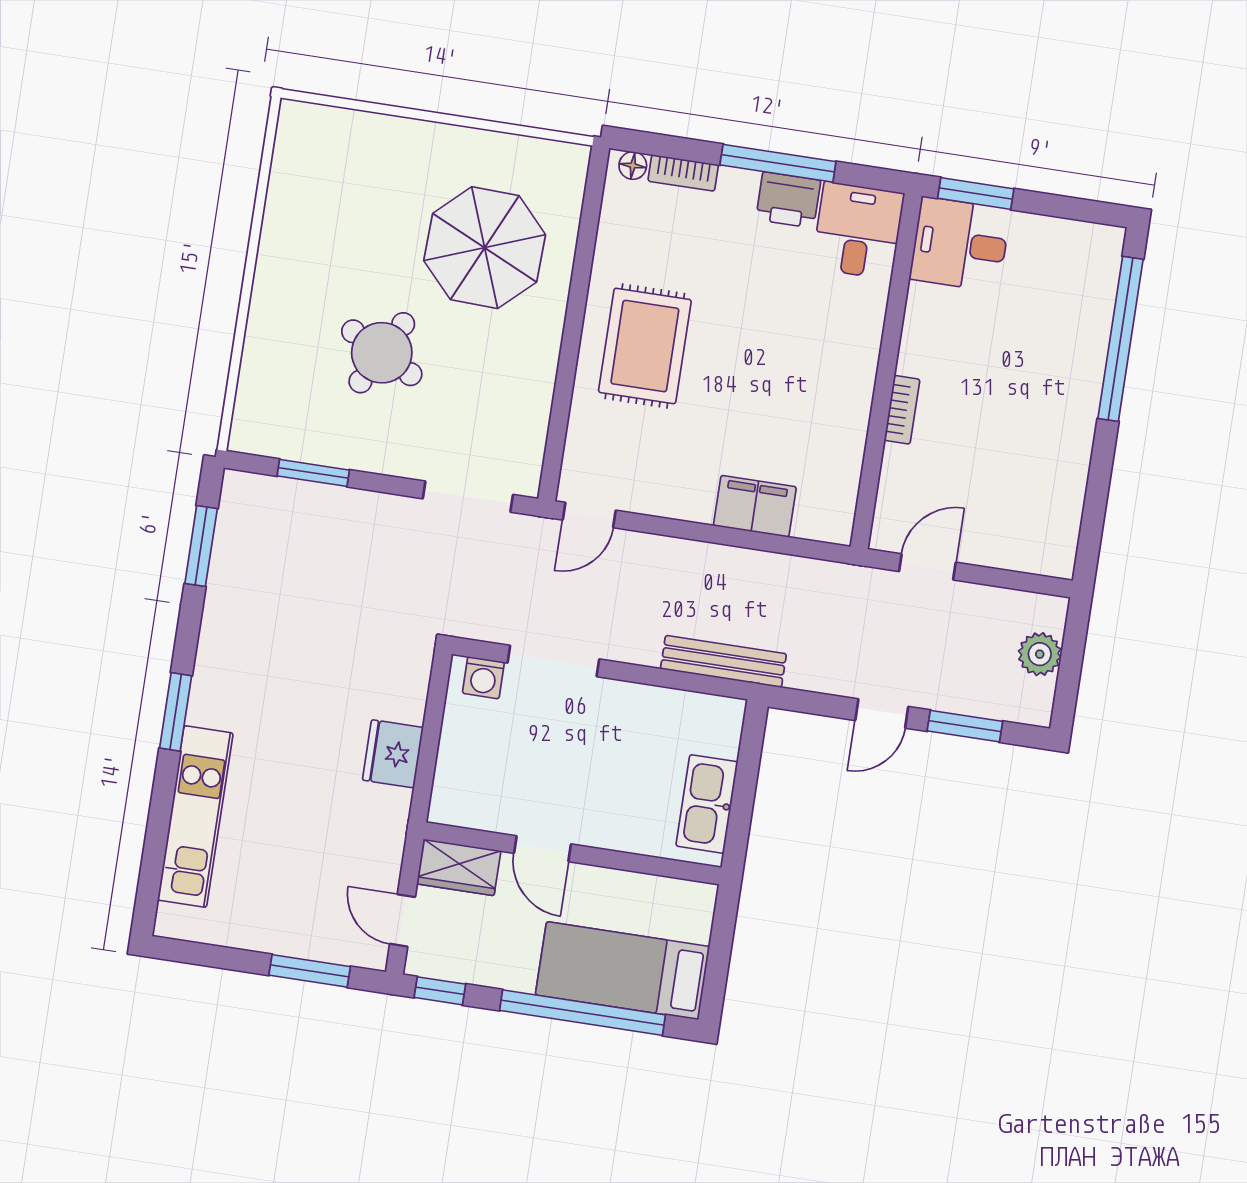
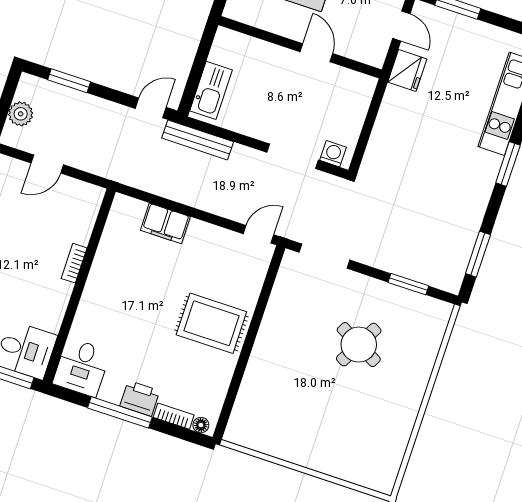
printer: (788, 200) -> (140, 398), moved
parasol: (485, 248) -> (291, 393), removed
rug: (645, 346) -> (211, 323), turned 90
door: (927, 567) -> (47, 164), moved
door: (882, 713) -> (151, 108), moved
fridge: (393, 754) -> (407, 70), moved
kitchen sink: (707, 804) -> (211, 90), moved
wardrobe: (459, 867) -> (365, 50), removed

